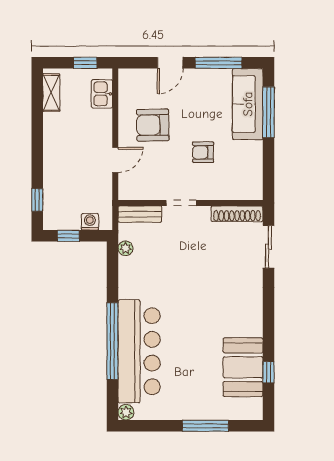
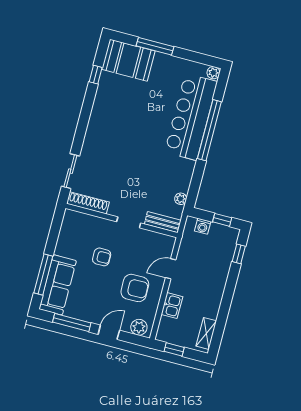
plant: (135, 79) -> (139, 327), added
kitchen sink: (102, 94) -> (172, 306), moved
booth: (243, 367) -> (128, 60), moved, turned 90

